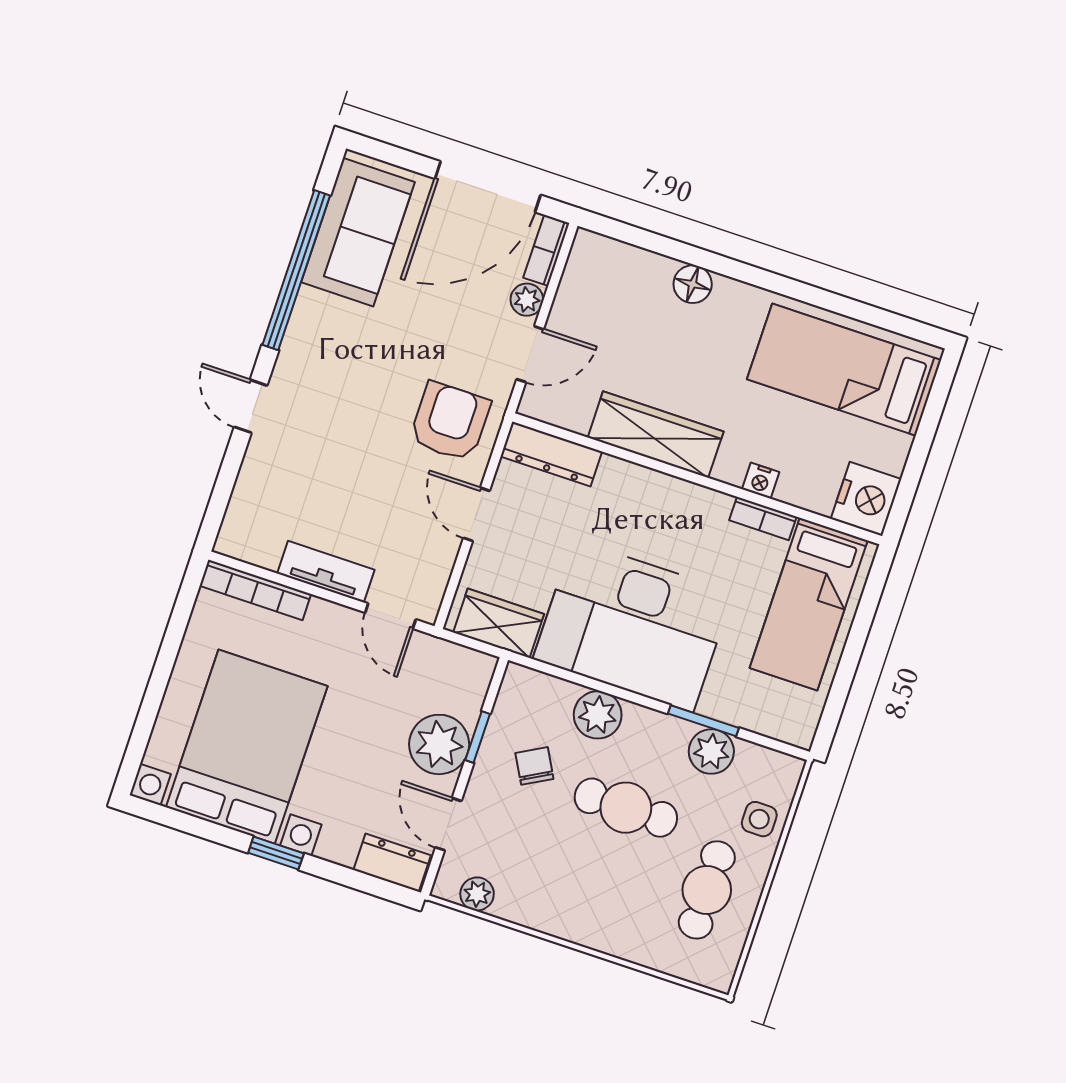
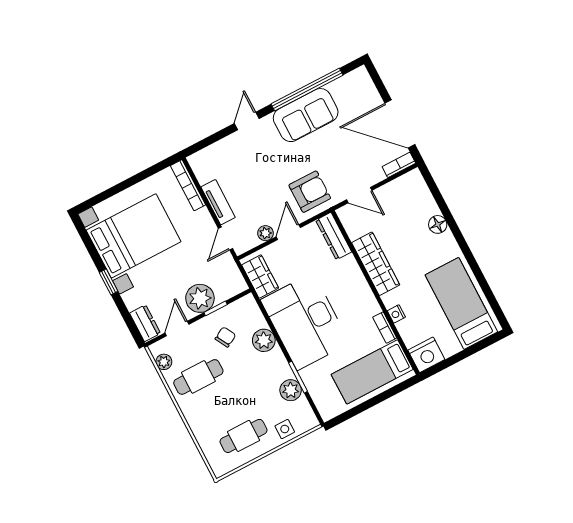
sofa: (358, 232) -> (306, 115), moved
plant: (527, 300) -> (265, 233), moved
cafe table: (626, 808) -> (198, 377), moved, turned 90

